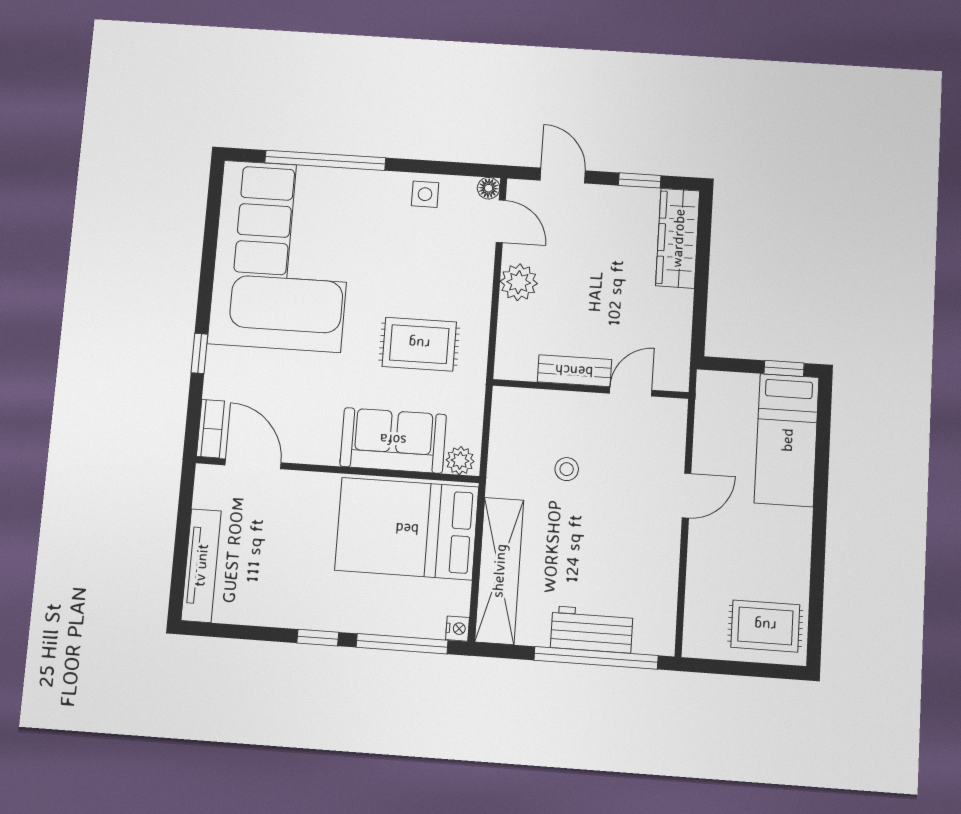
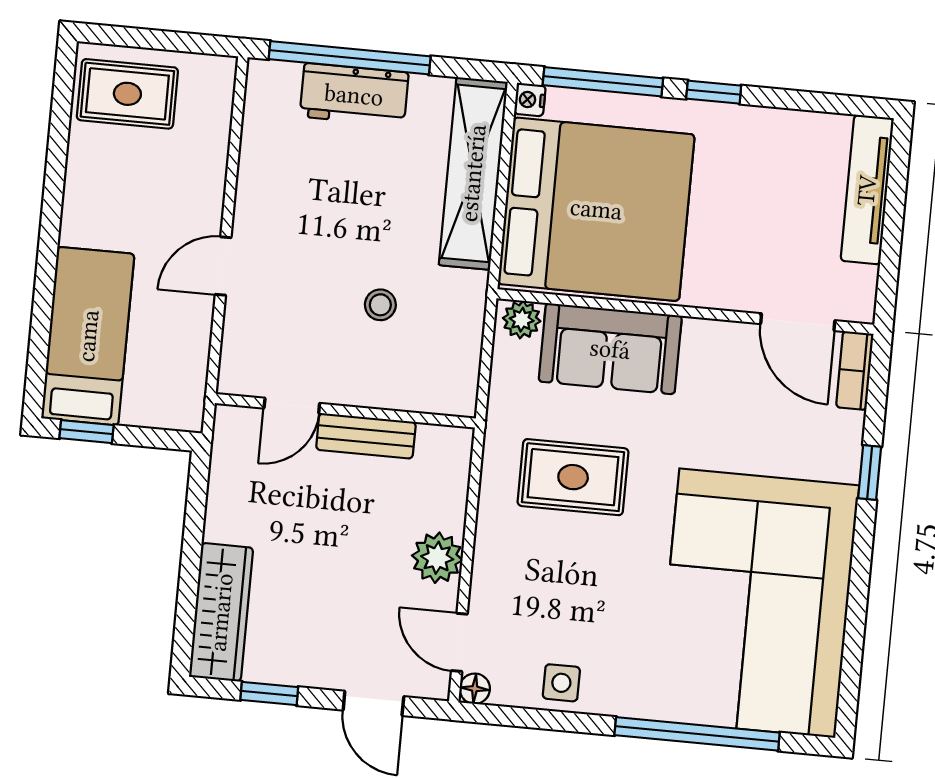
bed: (407, 529) -> (596, 209), width x1.36

